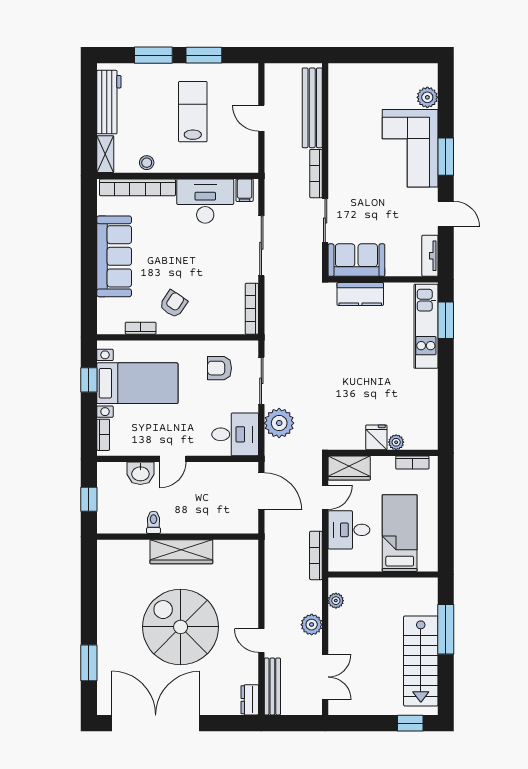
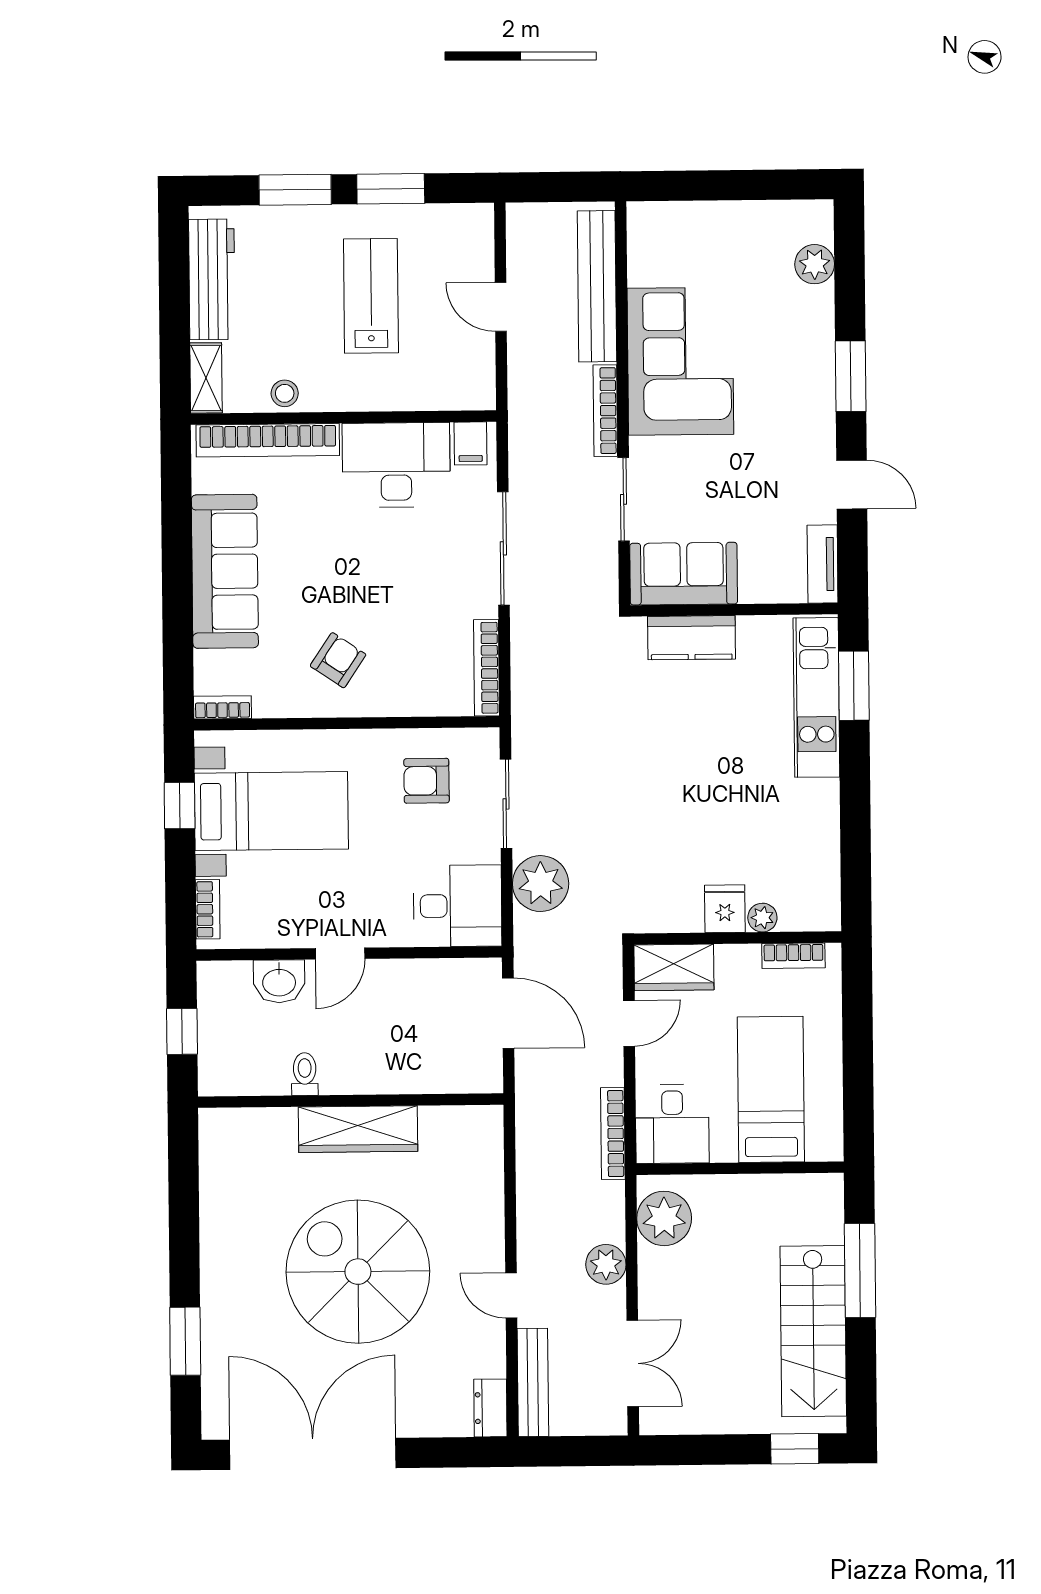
corner sofa: (410, 148) -> (680, 361), moved, turned 180
bookcase: (141, 328) -> (222, 707), moved
desk: (349, 530) -> (672, 1124), moved, turned -90
plant: (336, 601) -> (664, 1218), width x1.87, depth x1.87

